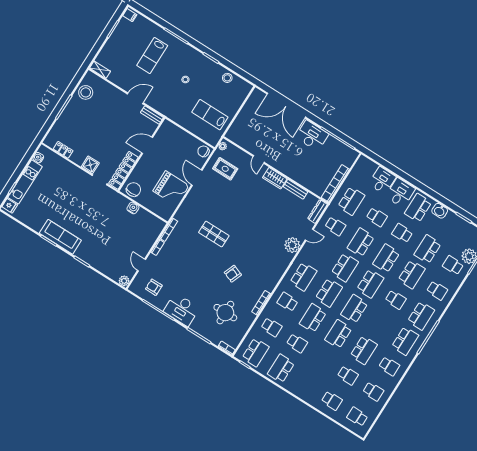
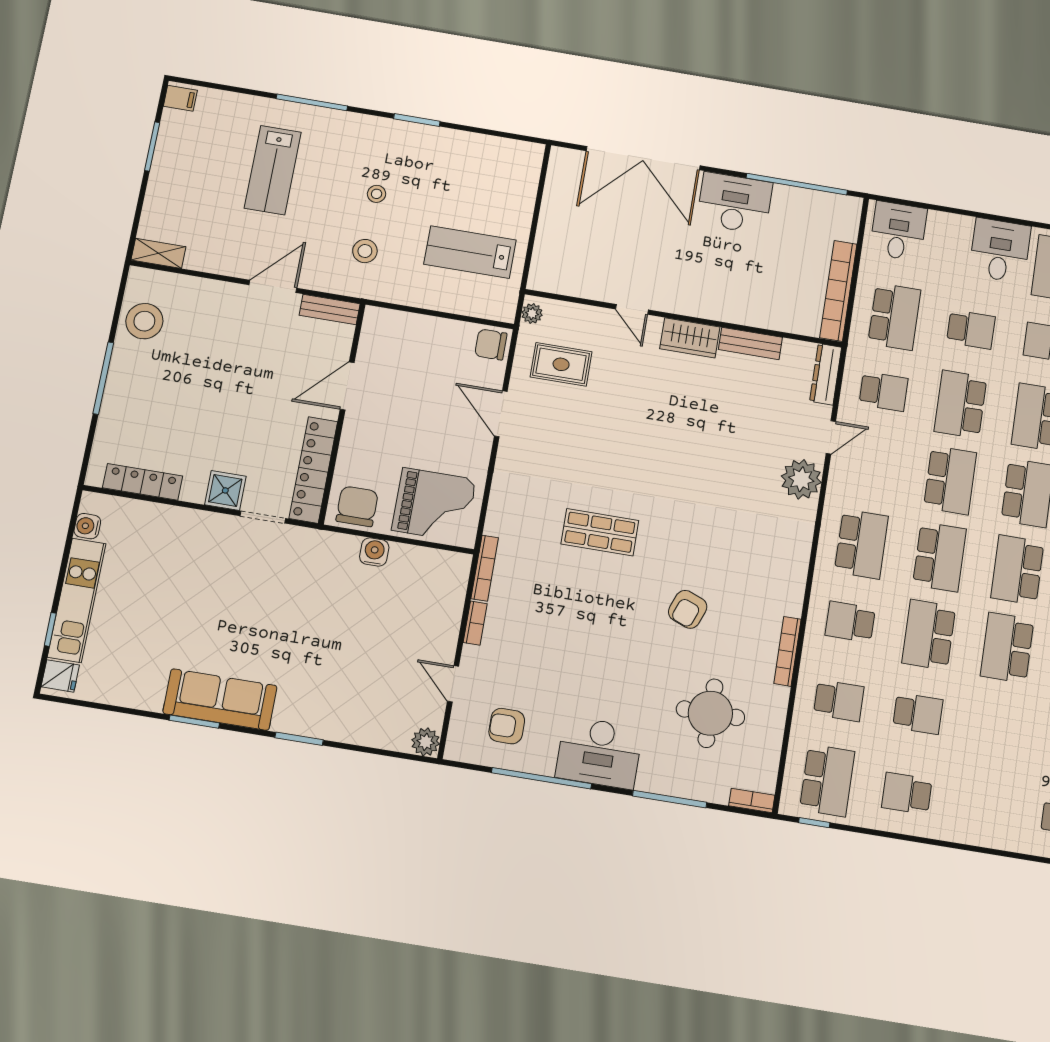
stool: (227, 78) -> (365, 251), moved
locker: (63, 150) -> (143, 482), width x1.53
desk: (382, 180) -> (898, 231), moved
grand piano: (171, 188) -> (434, 505), moved
school desk: (281, 368) -> (907, 793), width x0.54

